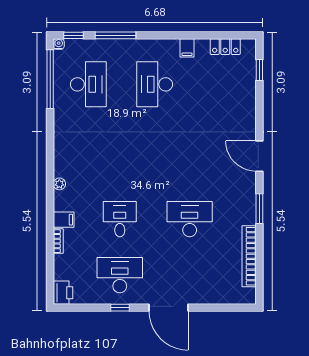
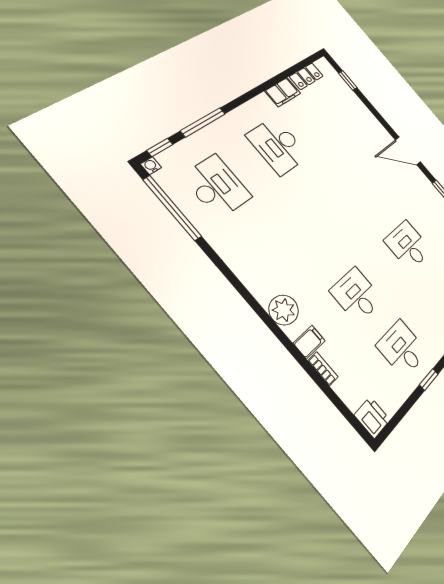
filing cabinet: (187, 48) -> (283, 92), width x2.00
plant: (59, 184) -> (284, 310), width x1.88, depth x1.88
desk: (190, 219) -> (408, 245), width x0.73
desk: (120, 275) -> (402, 349), width x0.73

